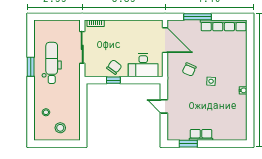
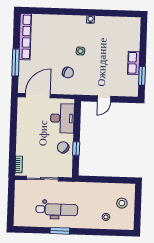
dental chair: (52, 63) -> (57, 210), turned 180

